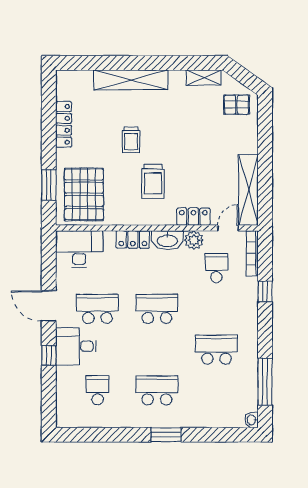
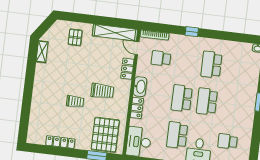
shelving: (131, 80) -> (38, 97), removed
pallet: (236, 105) -> (75, 37), moved
pallet: (84, 194) -> (105, 135), turned 90
plant: (194, 240) -> (142, 70), removed
window: (265, 291) -> (192, 32), moved
window: (265, 382) -> (235, 37), removed
school desk: (157, 390) -> (207, 101), moved

